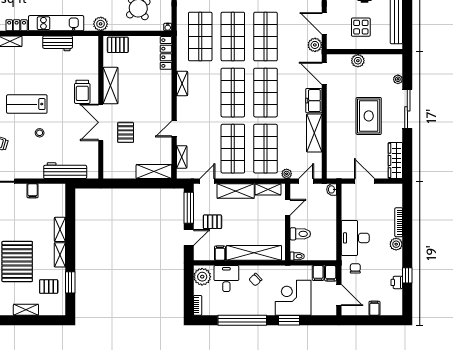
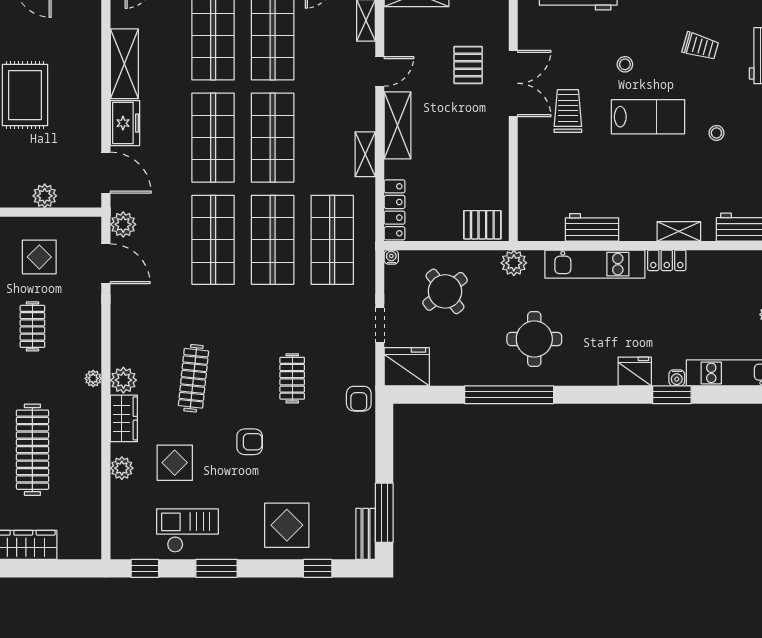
shelving: (111, 86) -> (398, 125), moved
trolley: (82, 92) -> (568, 111), moved

